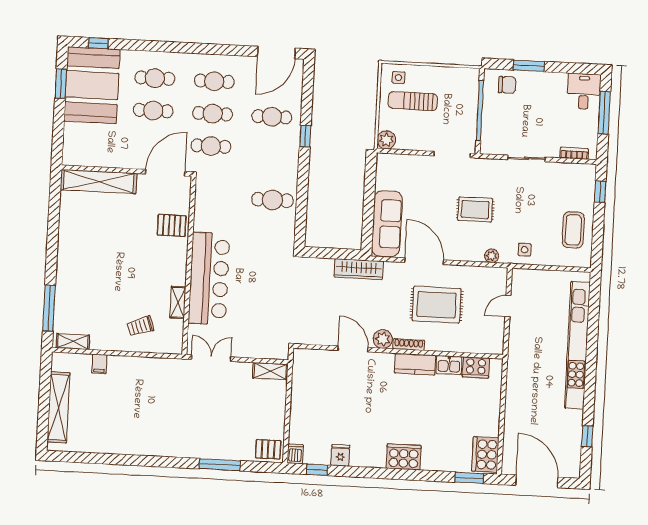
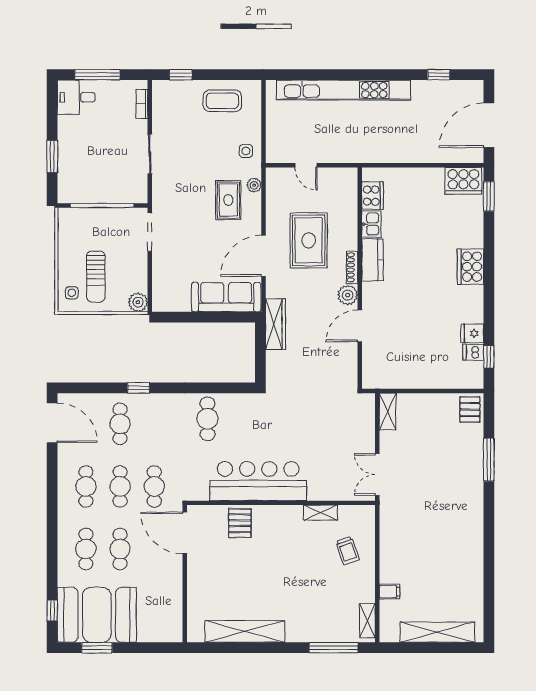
chair: (507, 85) -> (74, 178), removed
shelving: (99, 182) -> (245, 632), moved, turned 90
rug: (475, 210) -> (228, 200), moved
bar counter: (209, 278) -> (258, 481), moved
dishwasher: (295, 454) -> (473, 352), moved

